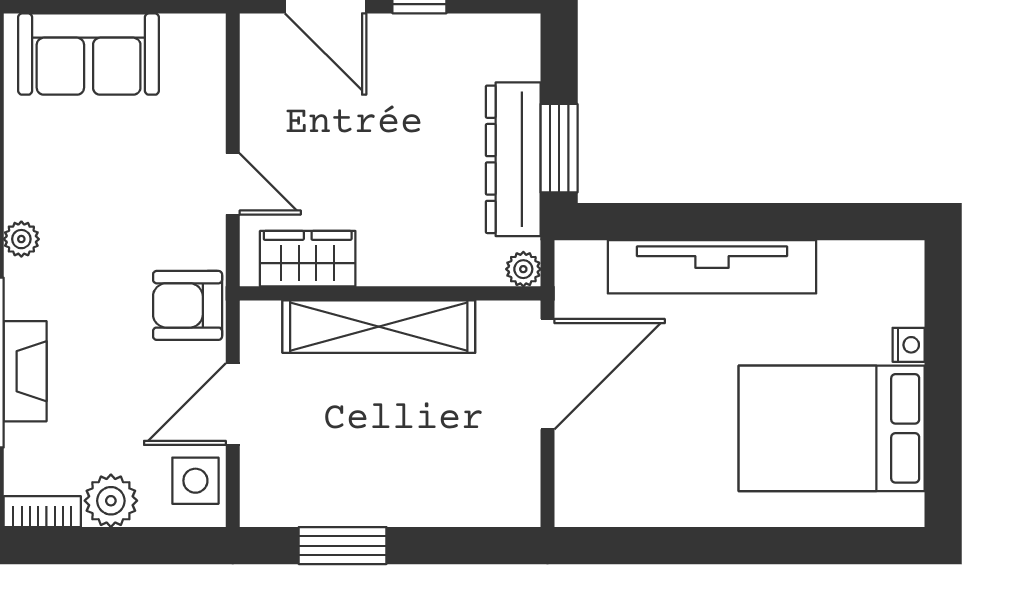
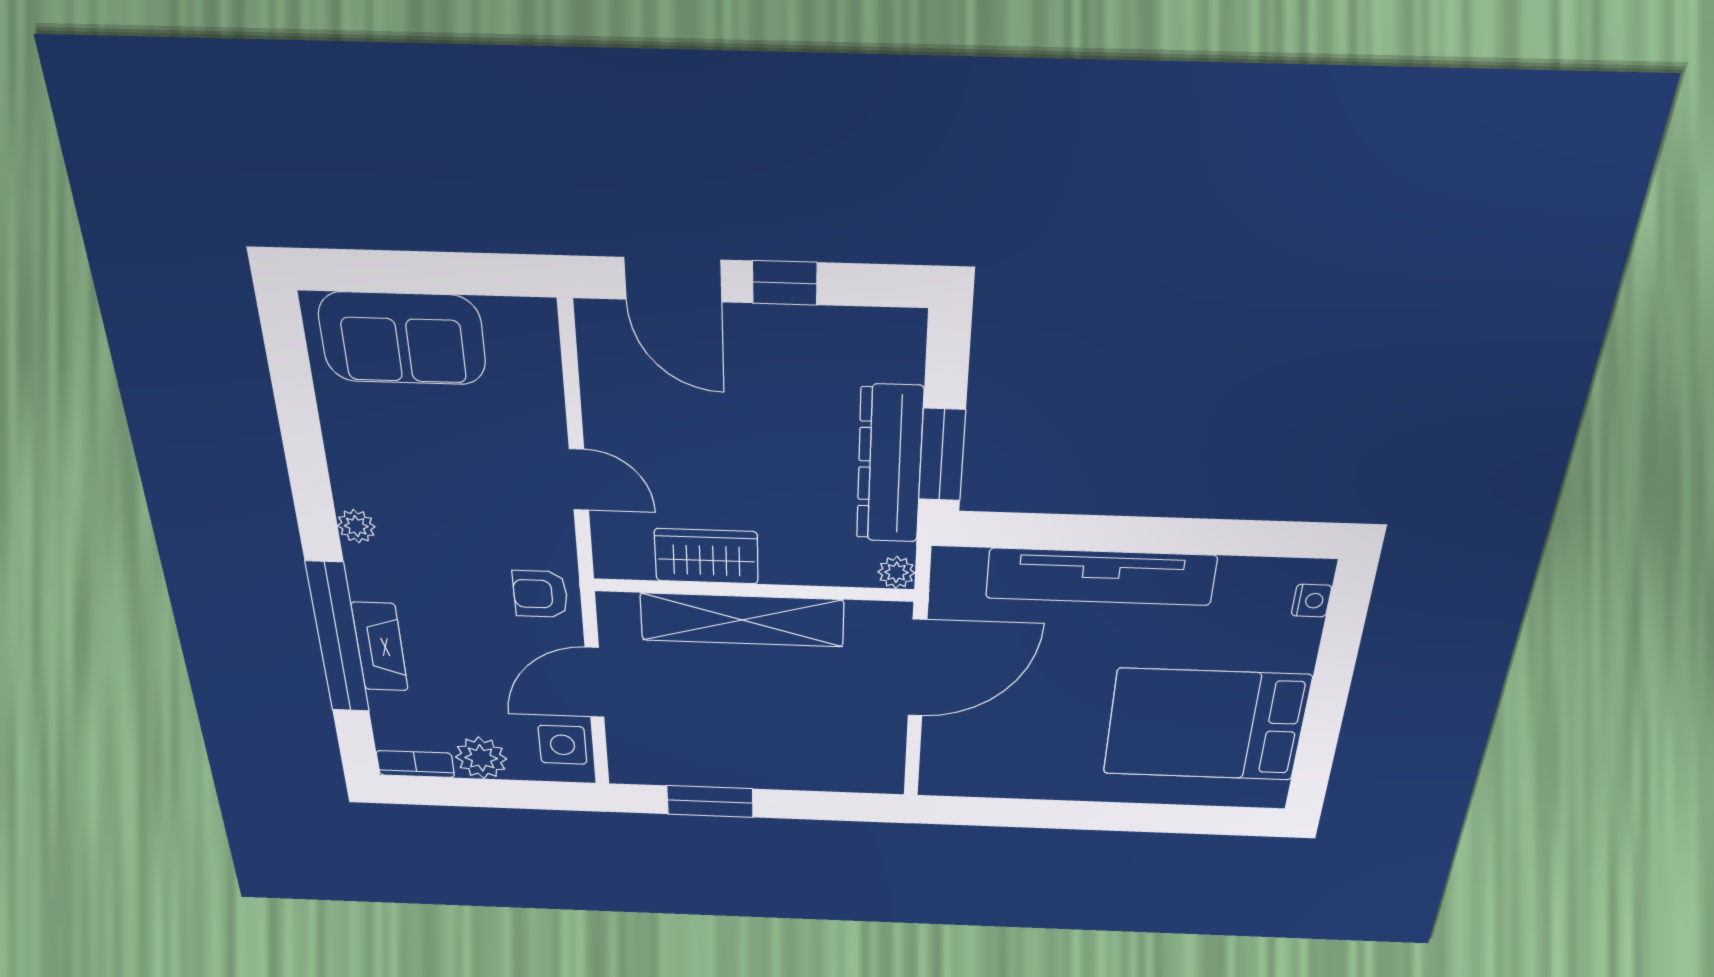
wardrobe: (308, 259) -> (706, 556), moved
armchair: (188, 305) -> (540, 594), width x0.72, depth x0.72
nightstand: (909, 345) -> (1311, 601), moved

